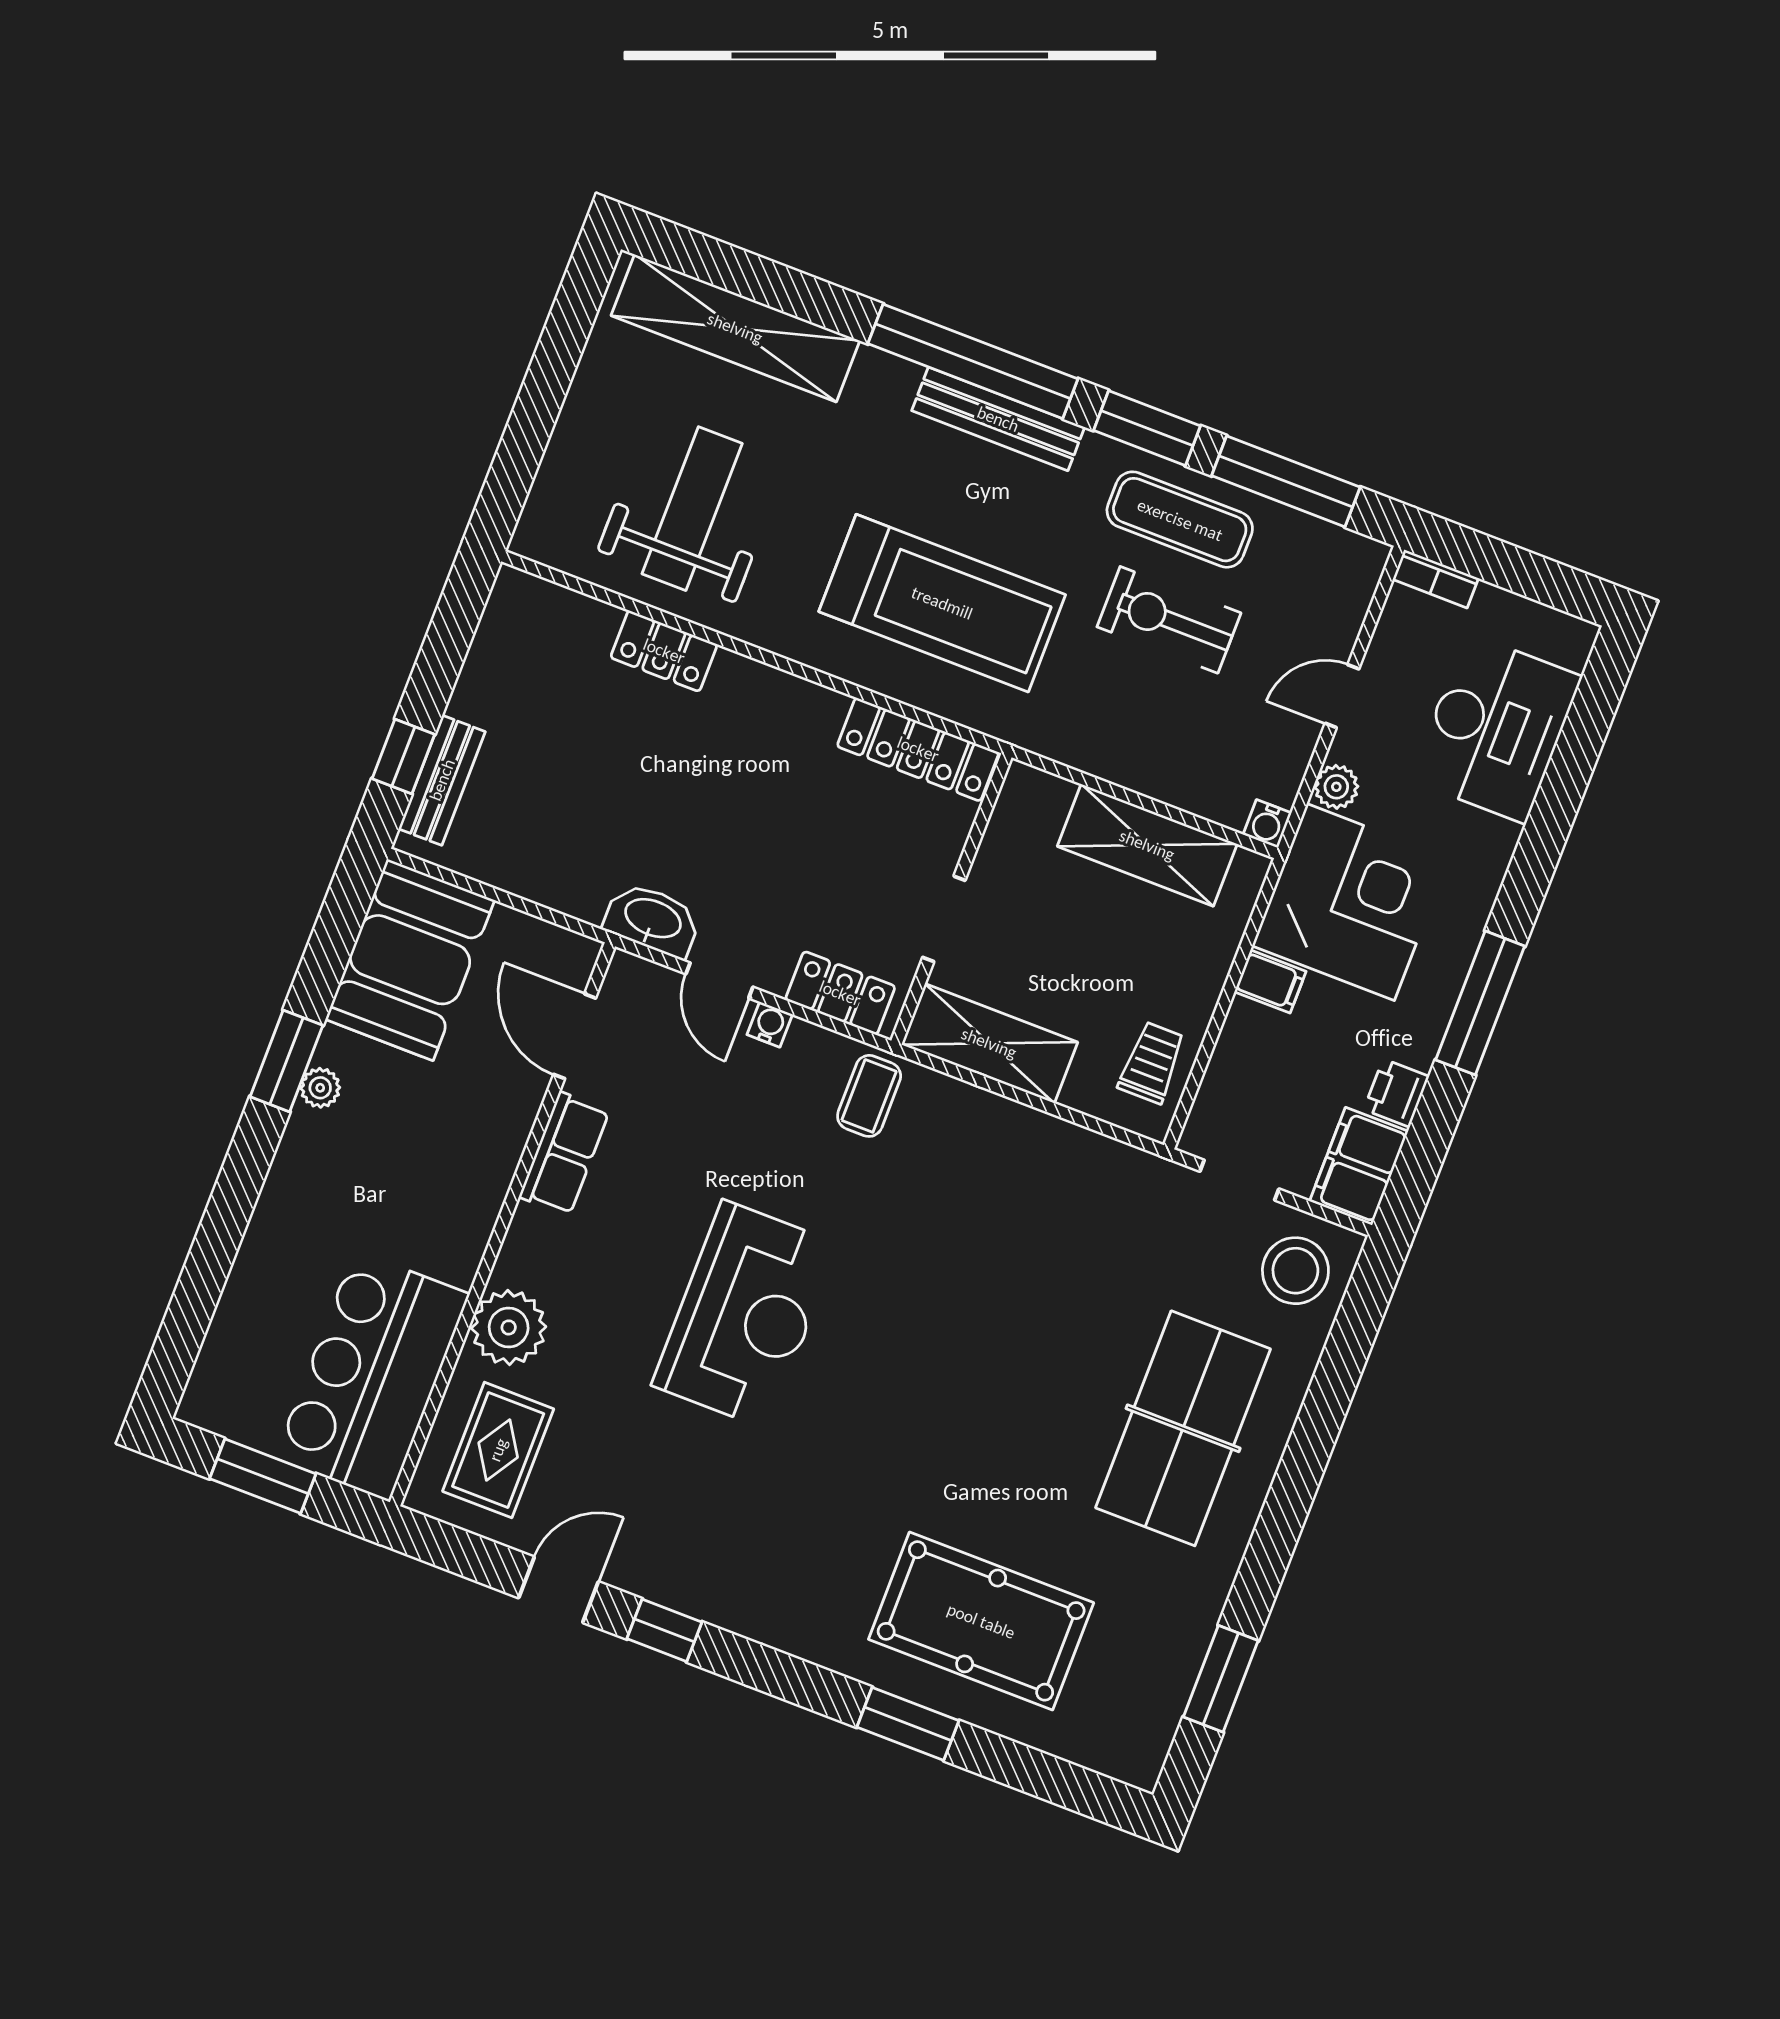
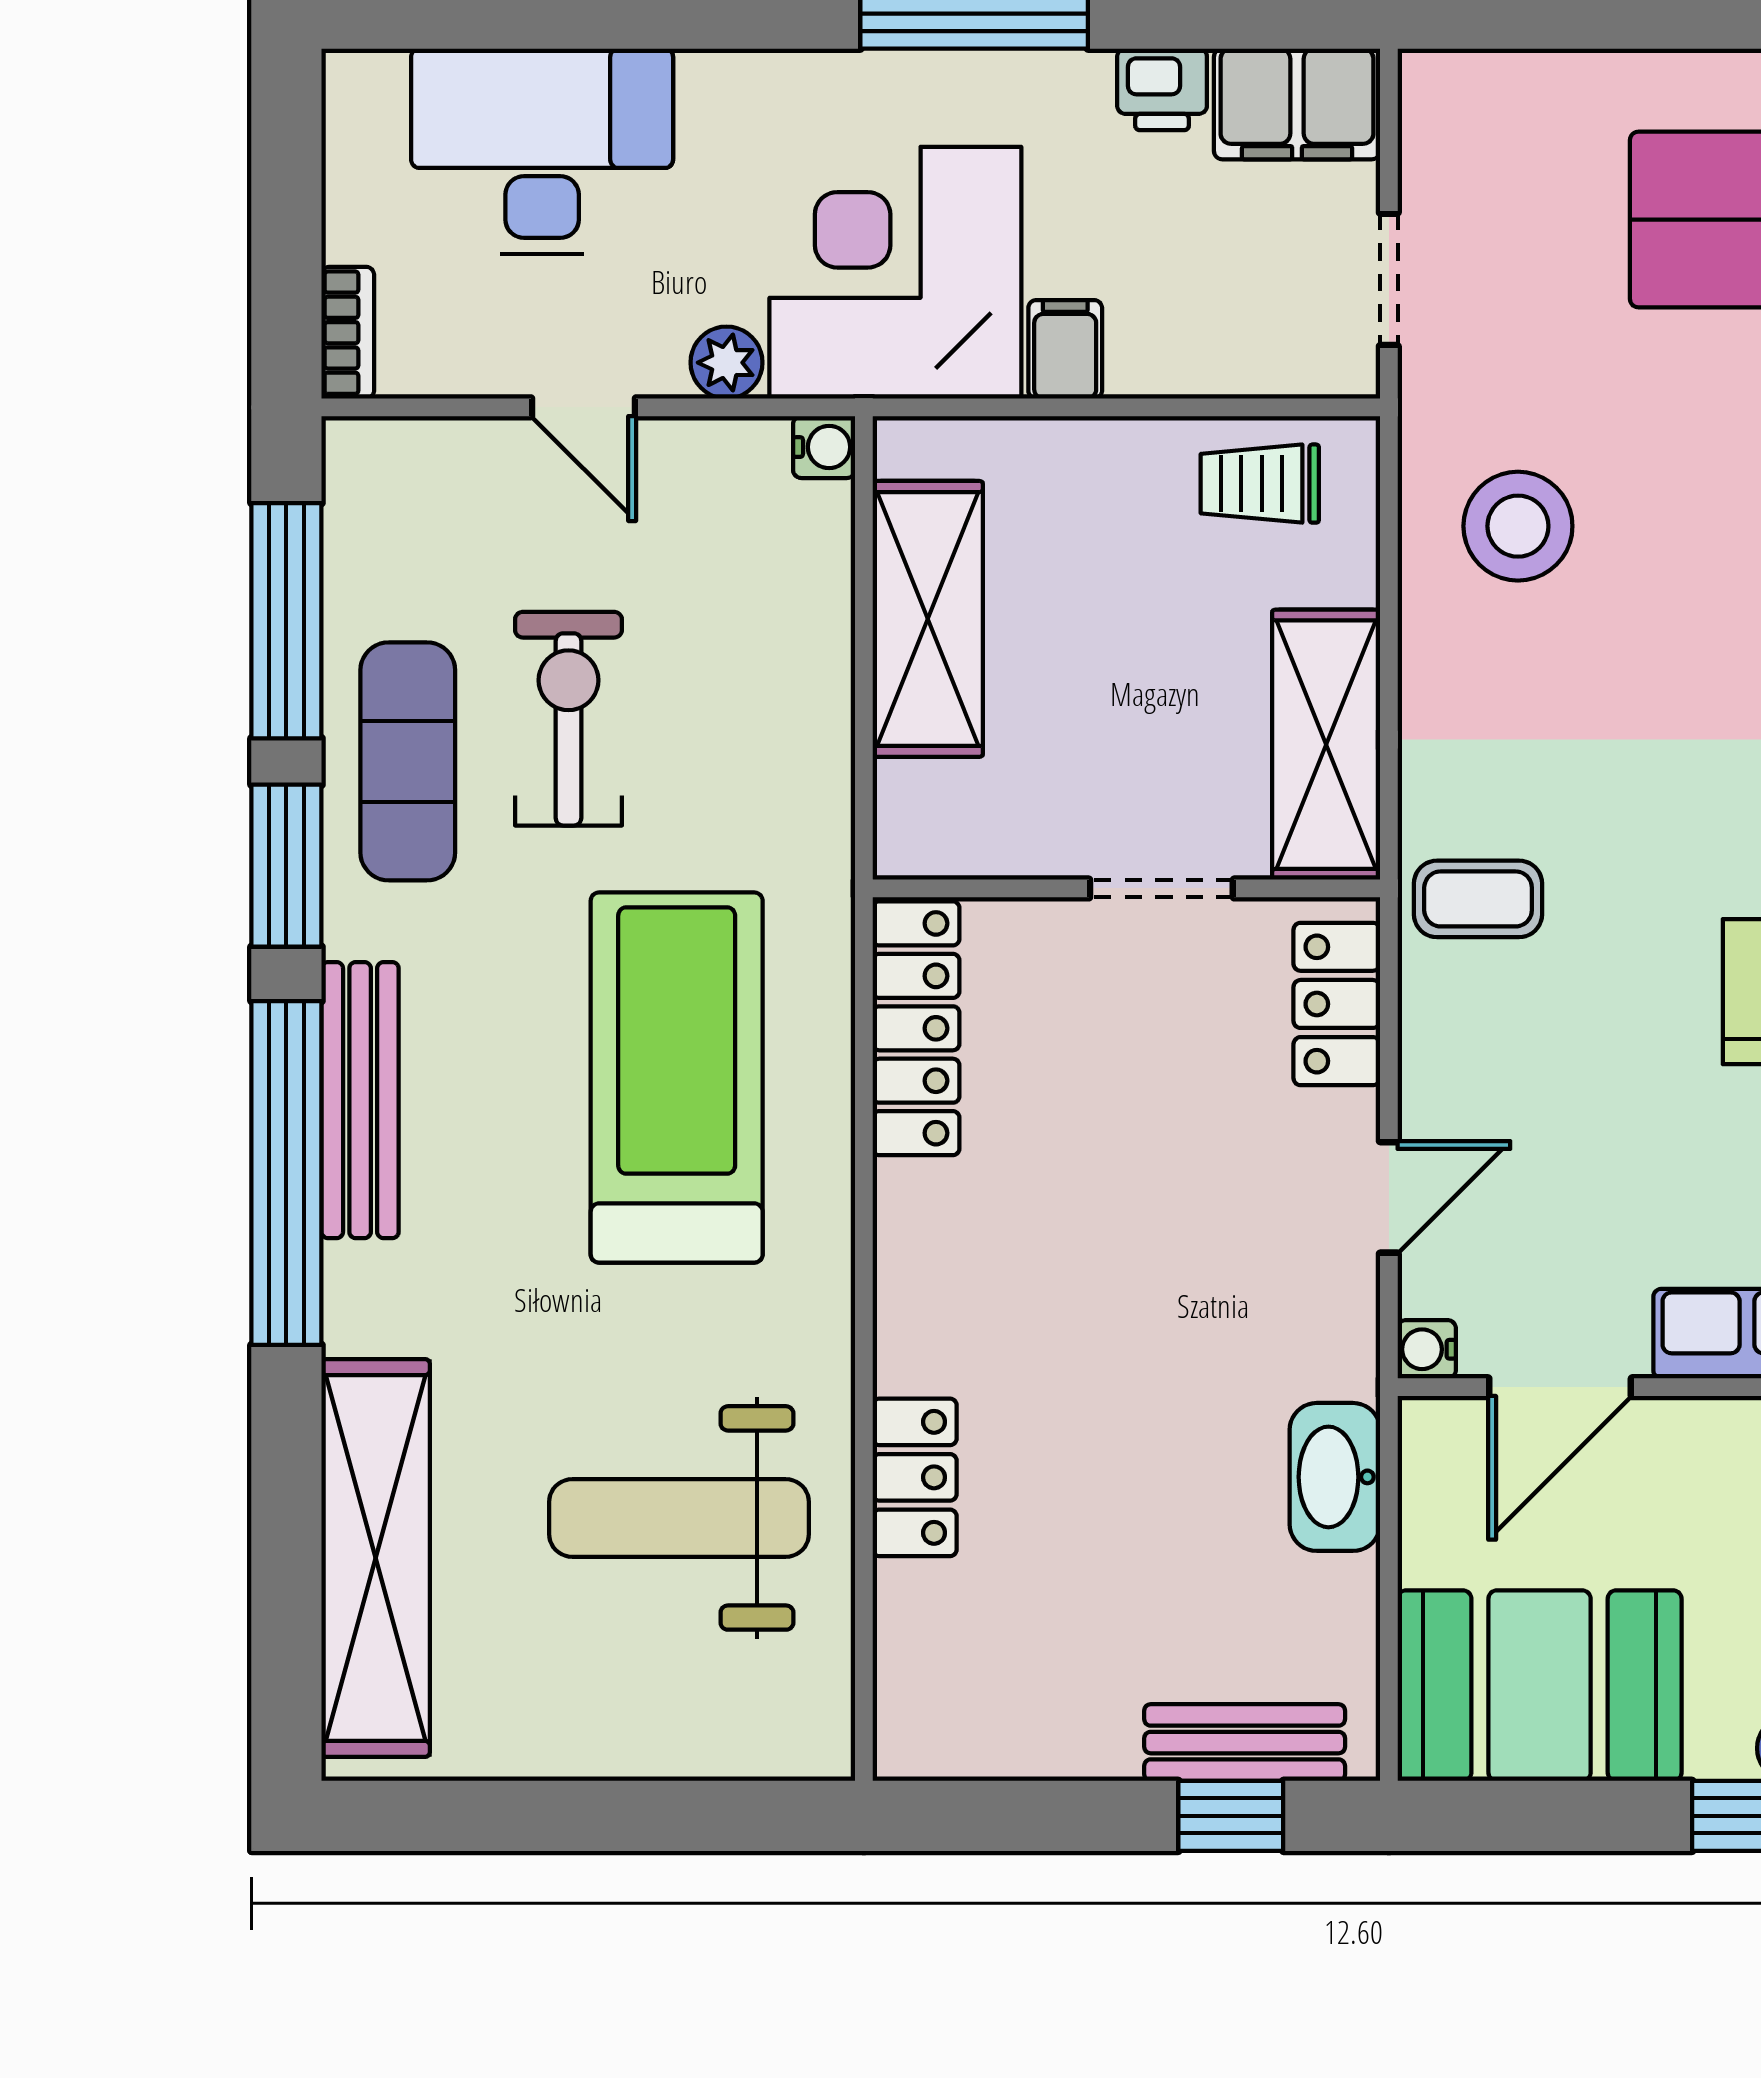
exercise bike: (1169, 620) -> (568, 719), turned 180
washbasin: (652, 920) -> (1335, 1477), moved
water cooler: (770, 1024) -> (1427, 1349), moved
stool: (1295, 1271) -> (1518, 526), moved

